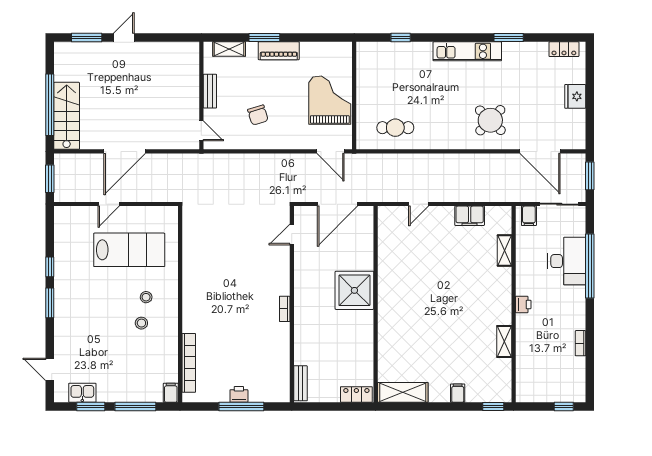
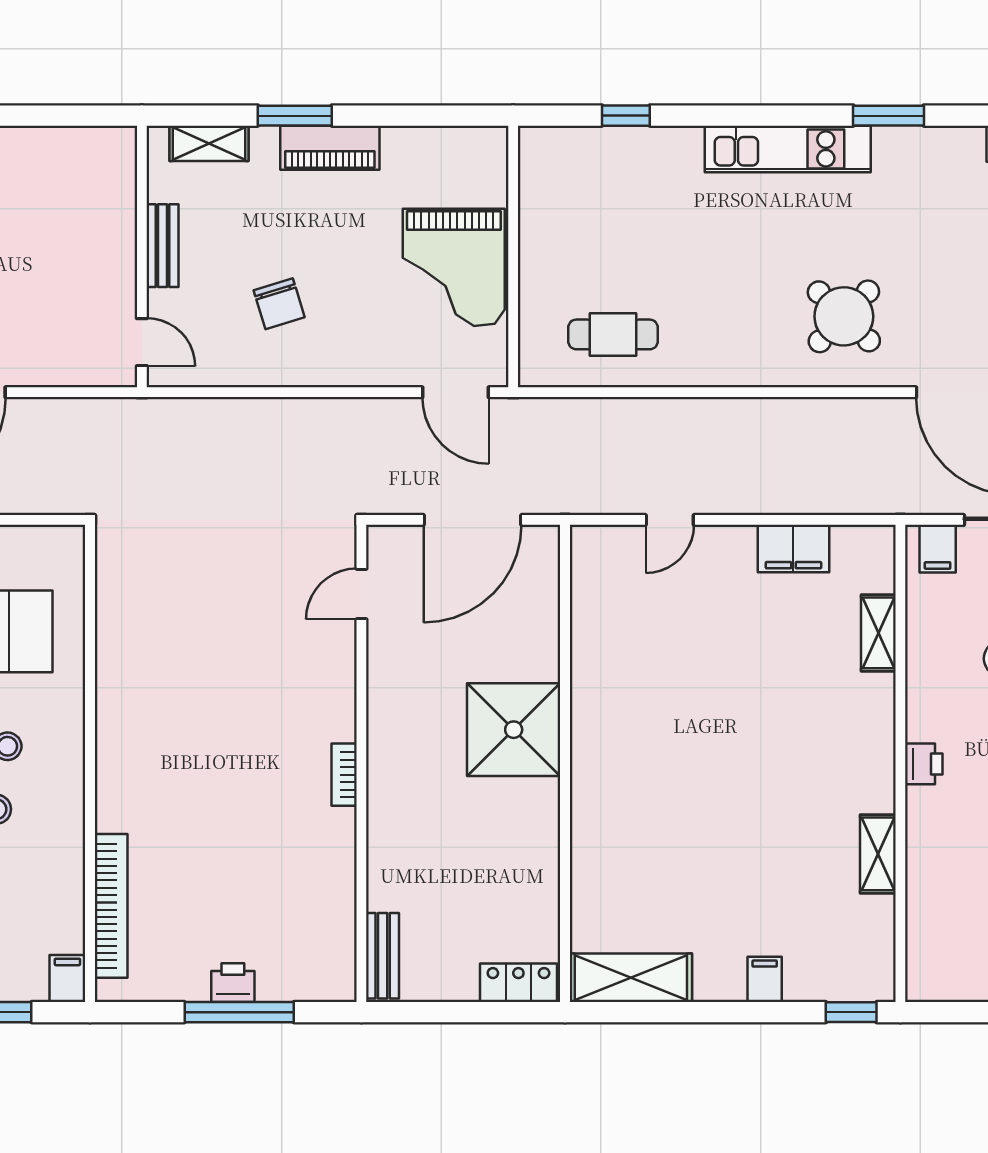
grand piano: (330, 100) -> (454, 267), turned 180

